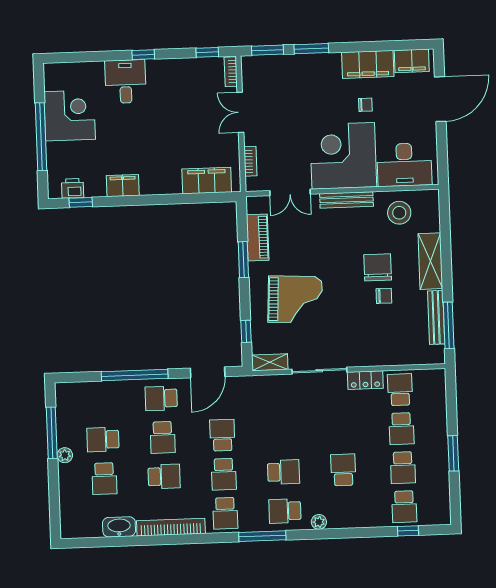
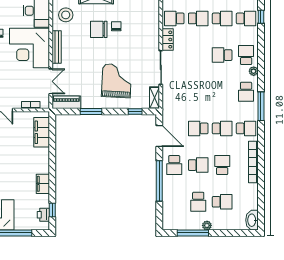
piano: (258, 237) -> (66, 102), moved
school desk: (283, 472) -> (246, 55), moved
washbasin: (119, 527) -> (252, 220), moved

